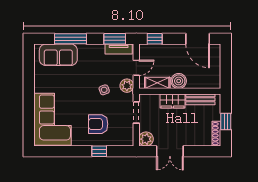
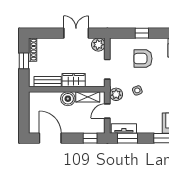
armchair: (98, 124) -> (143, 59), turned 180

